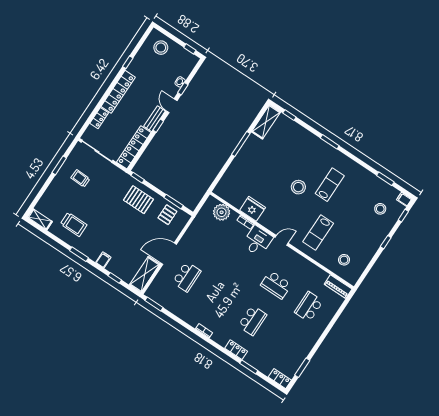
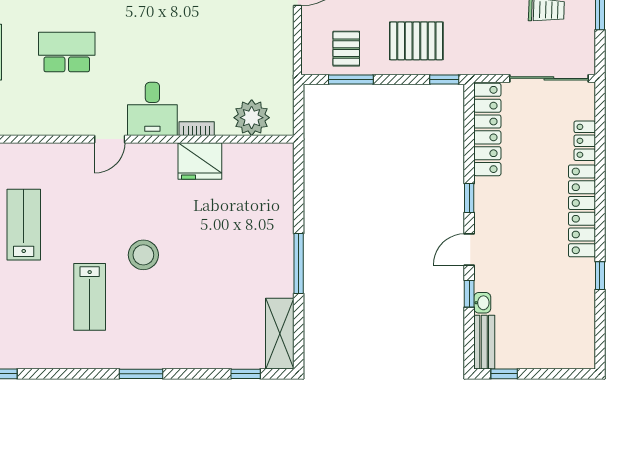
stool: (161, 48) -> (558, 342), removed
door: (171, 106) -> (469, 249), swing flipped
bench: (155, 119) -> (484, 342), moved
lab bench: (318, 233) -> (24, 225), moved

